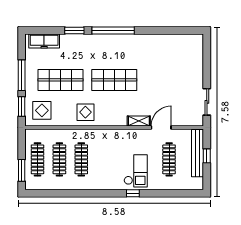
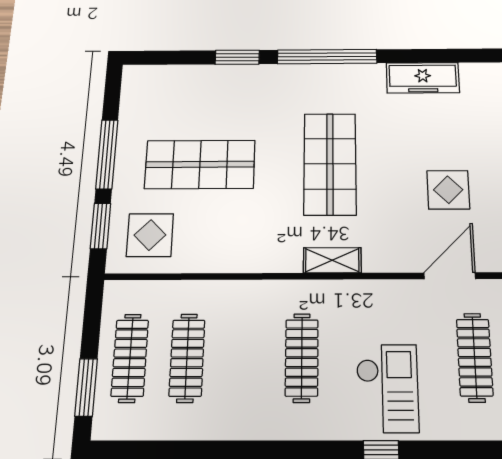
freezer: (44, 41) -> (423, 78), moved
shop shelf: (114, 80) -> (330, 164), turned 90
display table: (85, 112) -> (448, 190), moved
shelving: (139, 121) -> (332, 260), moved
clothes rail: (81, 159) -> (302, 358), moved

